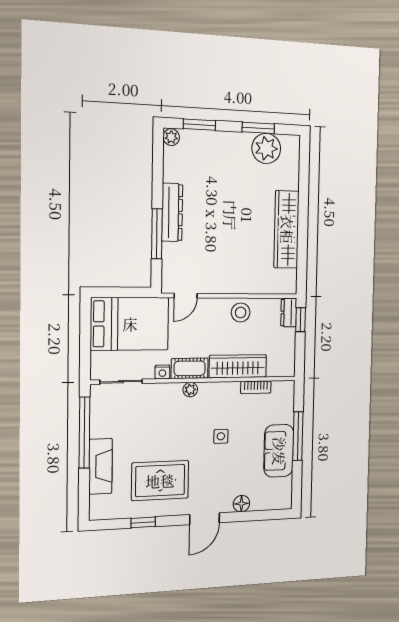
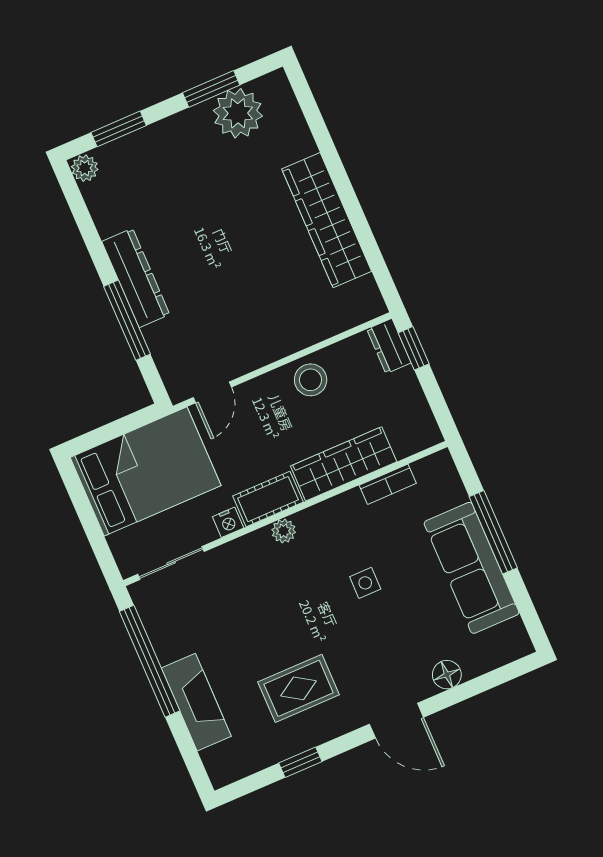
sofa: (279, 451) -> (472, 568), width x1.36
rug: (160, 481) -> (299, 688), width x0.73, depth x0.70
door: (204, 519) -> (396, 721), hinge flipped

